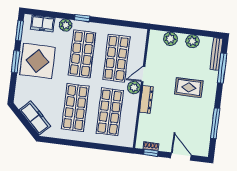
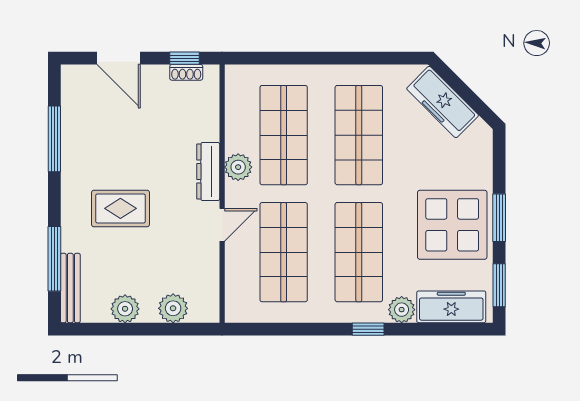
freezer: (43, 23) -> (451, 307), width x1.40
plant: (134, 87) -> (238, 167), moved

